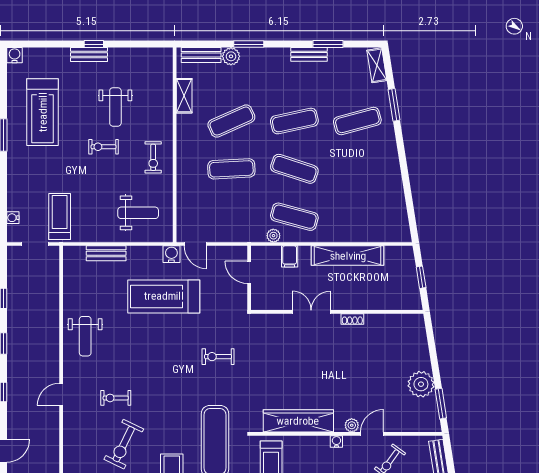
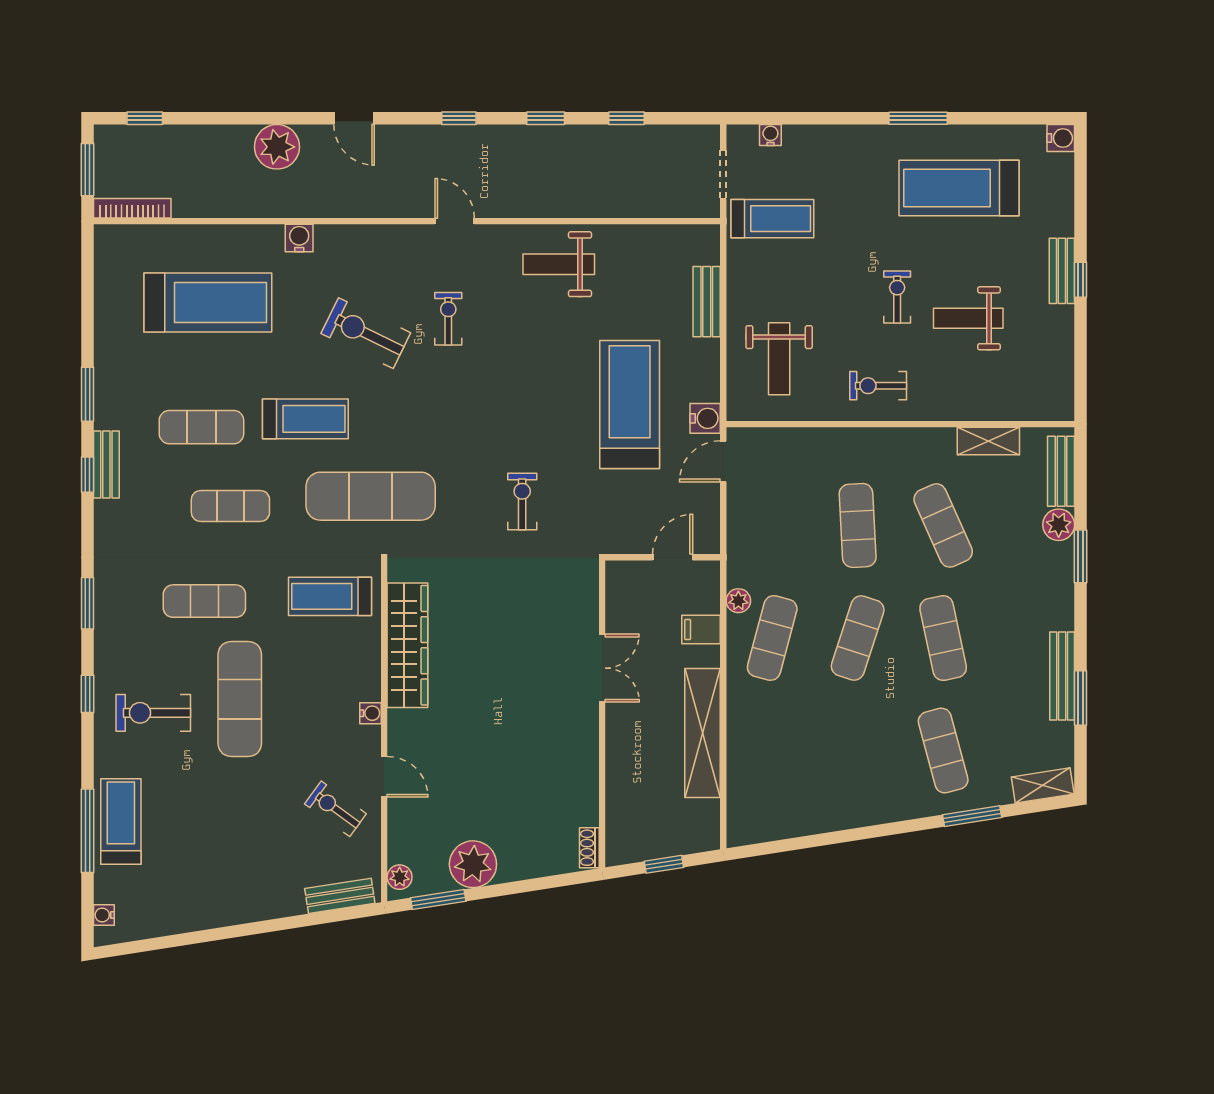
bench: (309, 54) -> (1062, 676), width x1.36
shoe rack: (352, 319) -> (589, 848), moved
plant: (352, 425) -> (400, 877), moved

